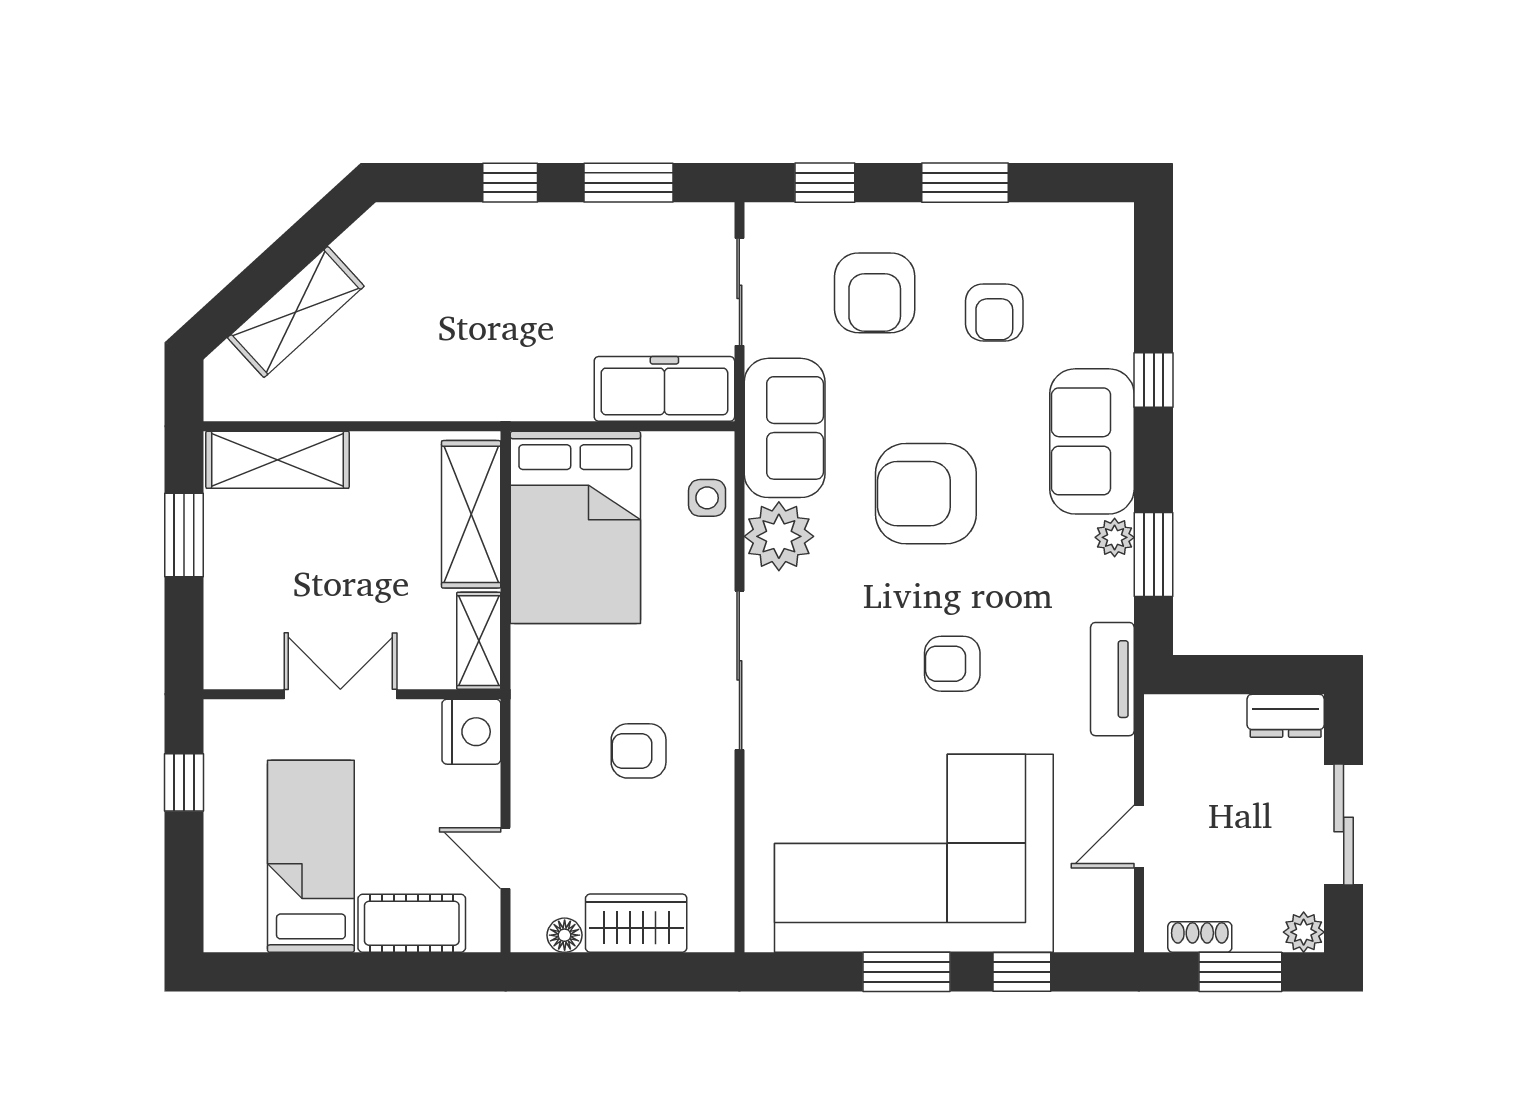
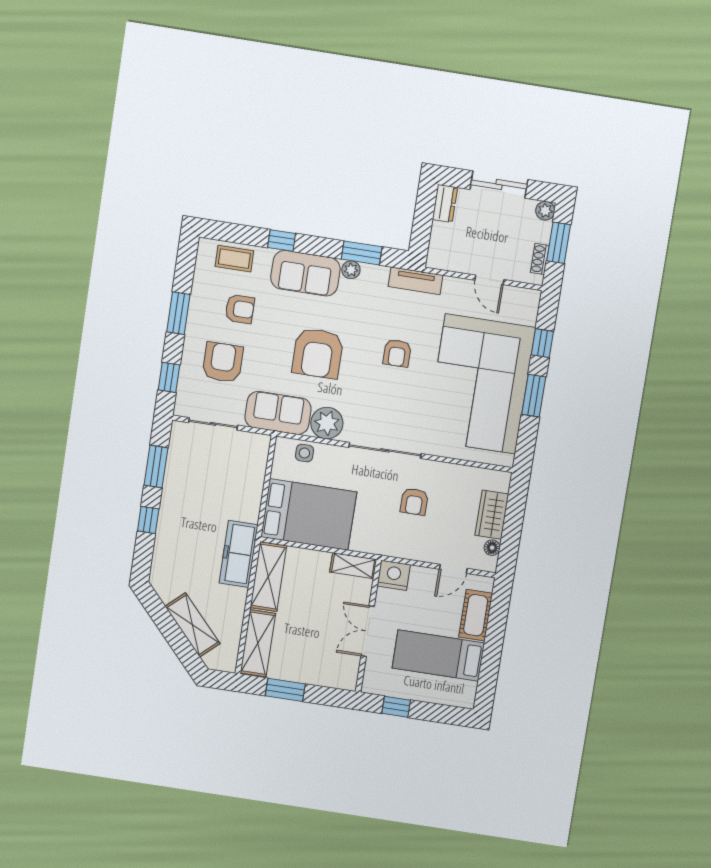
coffee table: (1100, 285) -> (234, 259), added
armchair: (875, 293) -> (223, 362), turned -90
freezer: (664, 389) -> (239, 554), moved
shelving: (471, 514) -> (268, 577), moved, turned 90

